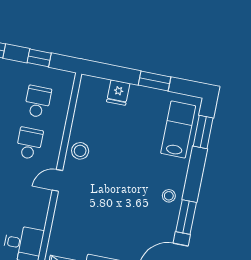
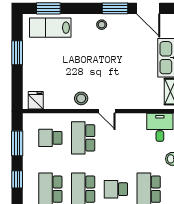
window: (39, 58) -> (17, 143), width x1.50
fridge: (118, 93) -> (36, 100), moved, turned -90
school desk: (29, 143) -> (83, 138), width x1.85

